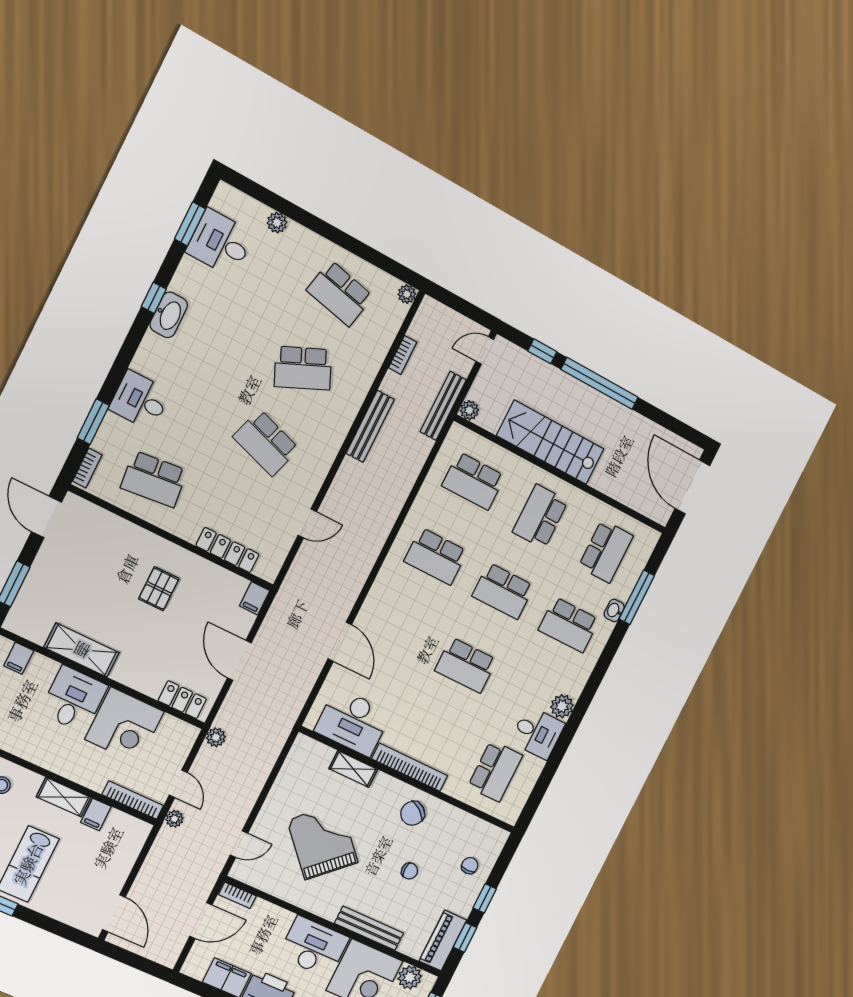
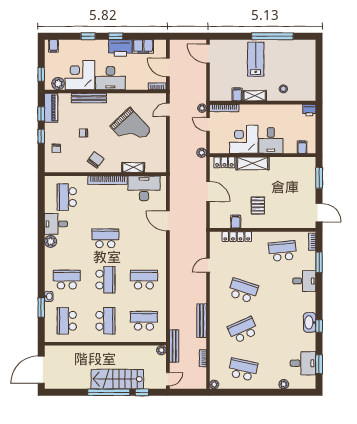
stairs: (550, 442) -> (117, 379), moved, turned 180
door: (692, 487) -> (41, 370), swing flipped
school desk: (503, 591) -> (105, 280), turned 90
window: (637, 597) -> (41, 308), width x0.69
filing cabinet: (255, 598) -> (236, 222), moved
shelving: (82, 650) -> (253, 163), moved
door: (201, 921) -> (168, 67), hinge flipped

